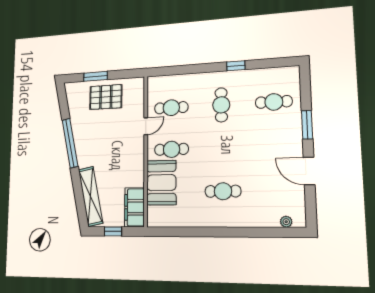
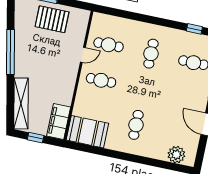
window: (236, 66) -> (194, 29), moved
booth: (161, 183) -> (87, 132), moved, turned 90
cafe table: (223, 191) -> (136, 125), turned 90
plant: (286, 222) -> (176, 155), width x1.88, depth x1.88

